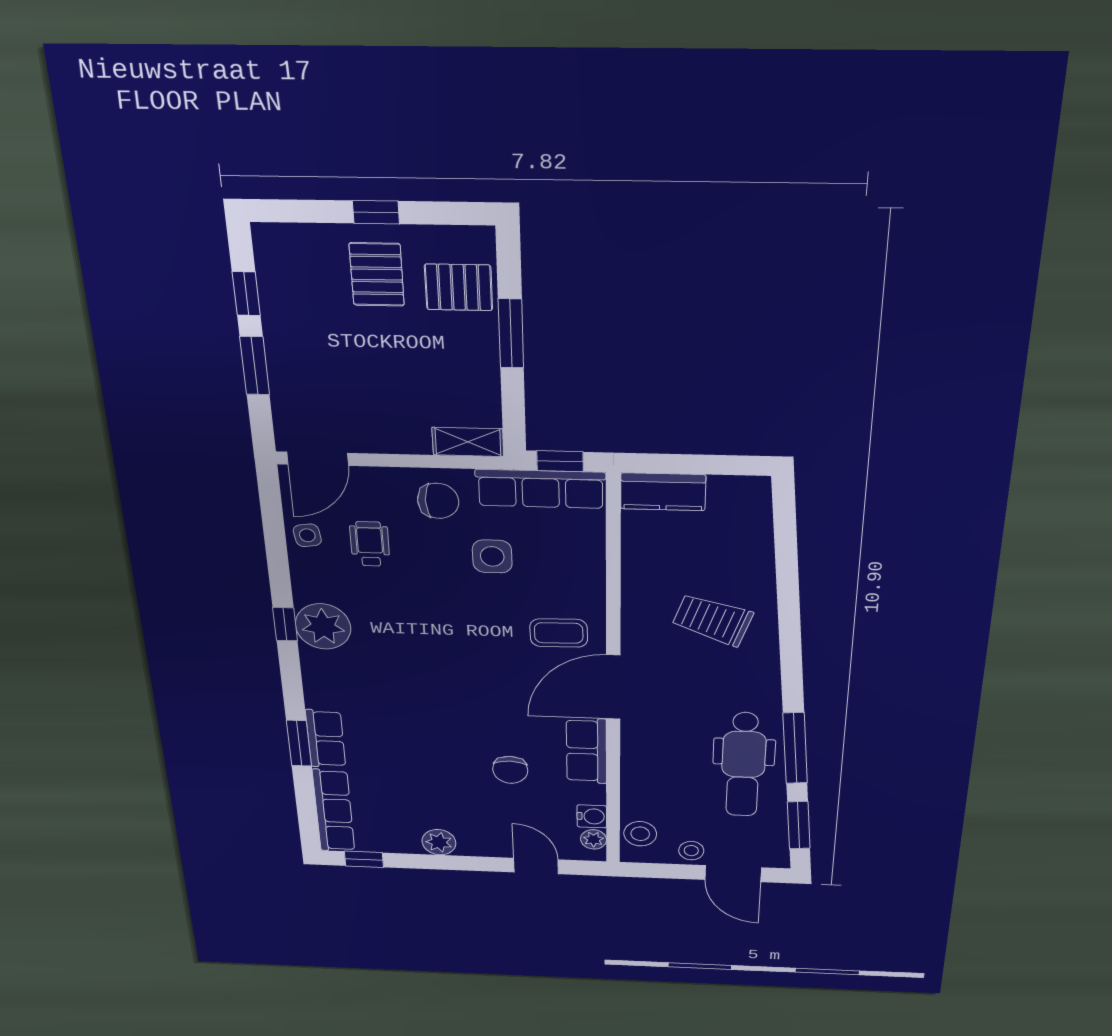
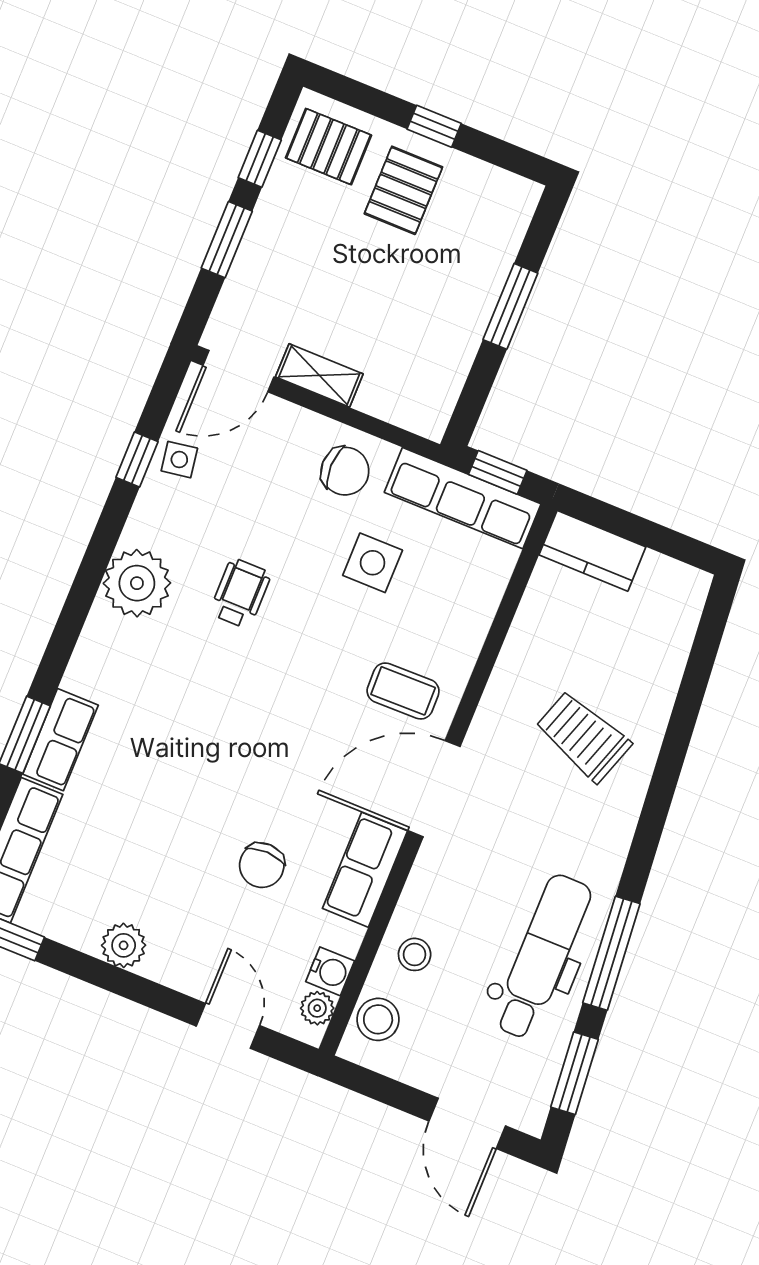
pallet: (459, 287) -> (329, 147), moved
shelving: (468, 442) -> (319, 375), moved
wheelchair: (370, 544) -> (240, 593), moved
window: (285, 624) -> (137, 460), moved
dental chair: (743, 765) -> (542, 957), turned 180
stool: (691, 851) -> (415, 954), moved

